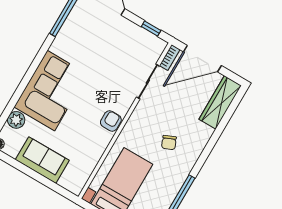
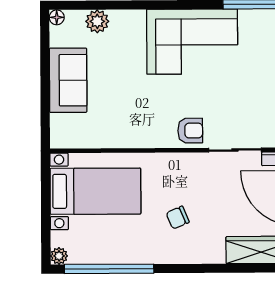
corner sofa: (51, 91) -> (192, 42), moved
armchair: (111, 121) -> (190, 131), moved

